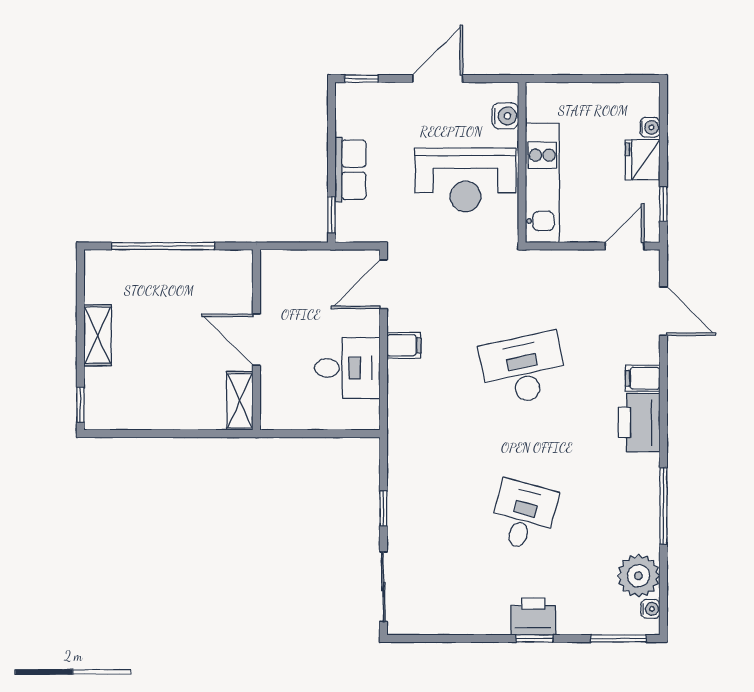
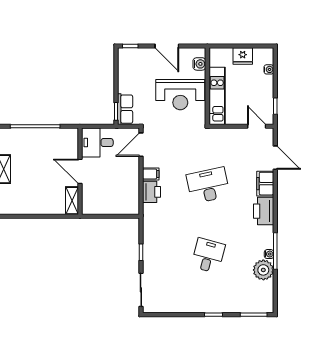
door: (438, 79) -> (167, 46), swing flipped
fridge: (643, 160) -> (243, 56), moved, turned -90
row of seats: (350, 170) -> (125, 109), moved
door: (625, 246) -> (257, 126), hinge flipped
desk: (347, 368) -> (97, 143), moved, turned 180
filing cabinet: (643, 378) -> (265, 184), width x2.00
plant: (639, 576) -> (263, 270), moved
water cooler: (650, 609) -> (269, 254), moved
printer: (533, 617) -> (151, 192), moved, turned 90

